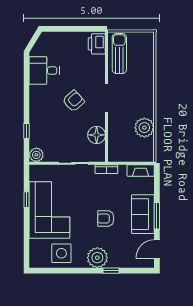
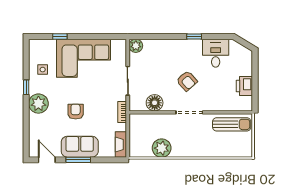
printer: (97, 44) -> (244, 86), moved, turned -90
window: (26, 131) -> (194, 36), moved
window: (26, 200) -> (60, 36), moved
side table: (61, 253) -> (43, 70), width x0.54, depth x0.54
window: (111, 271) -> (26, 87), moved

